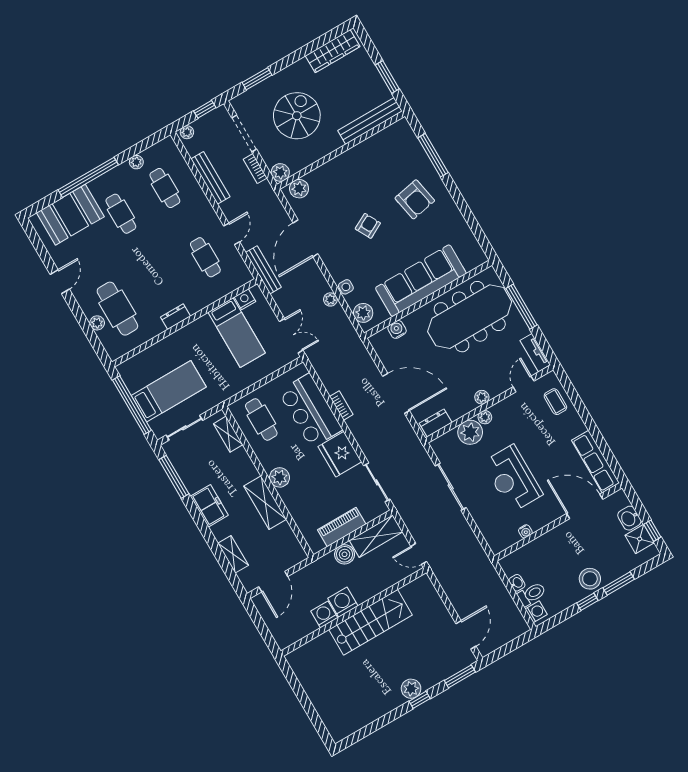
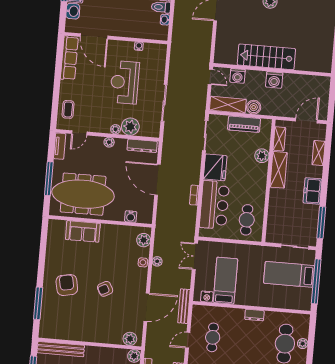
sofa: (421, 281) -> (83, 231), width x0.54, depth x0.79
dresser: (436, 423) -> (142, 146), width x1.44
shelving: (228, 434) -> (279, 139), moved
plant: (280, 477) -> (262, 156), moved
reception desk: (513, 478) -> (125, 82), turned 180
washing machine: (324, 614) -> (238, 76), moved

